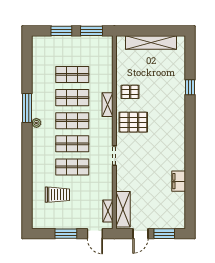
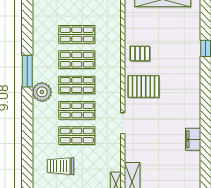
shelving: (108, 105) -> (115, 67), removed
plant: (36, 123) -> (42, 92), width x1.87, depth x1.87
filing cabinet: (179, 181) -> (193, 139), moved
trolley: (57, 195) -> (60, 166), turned 180

